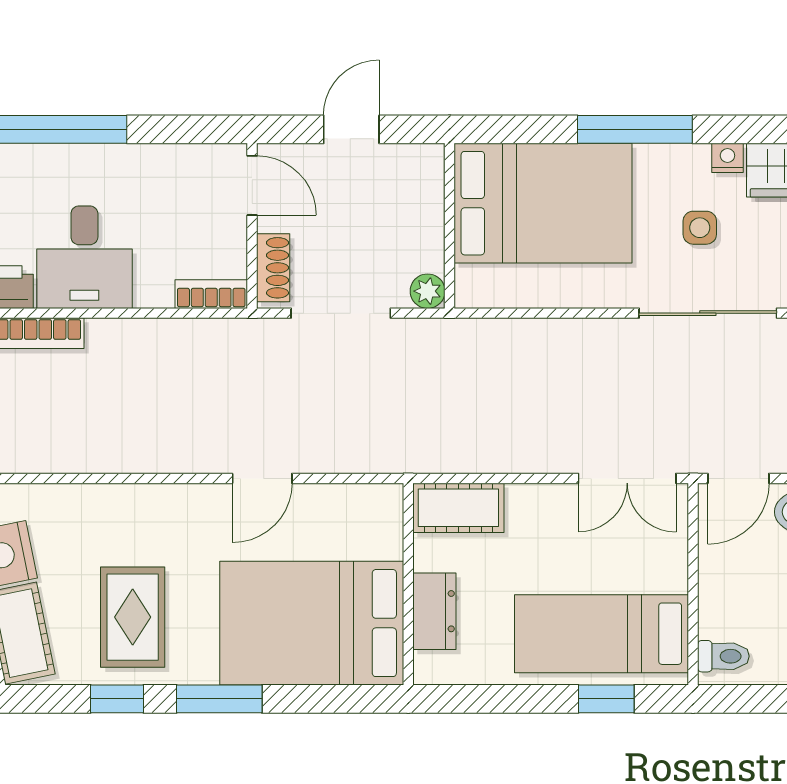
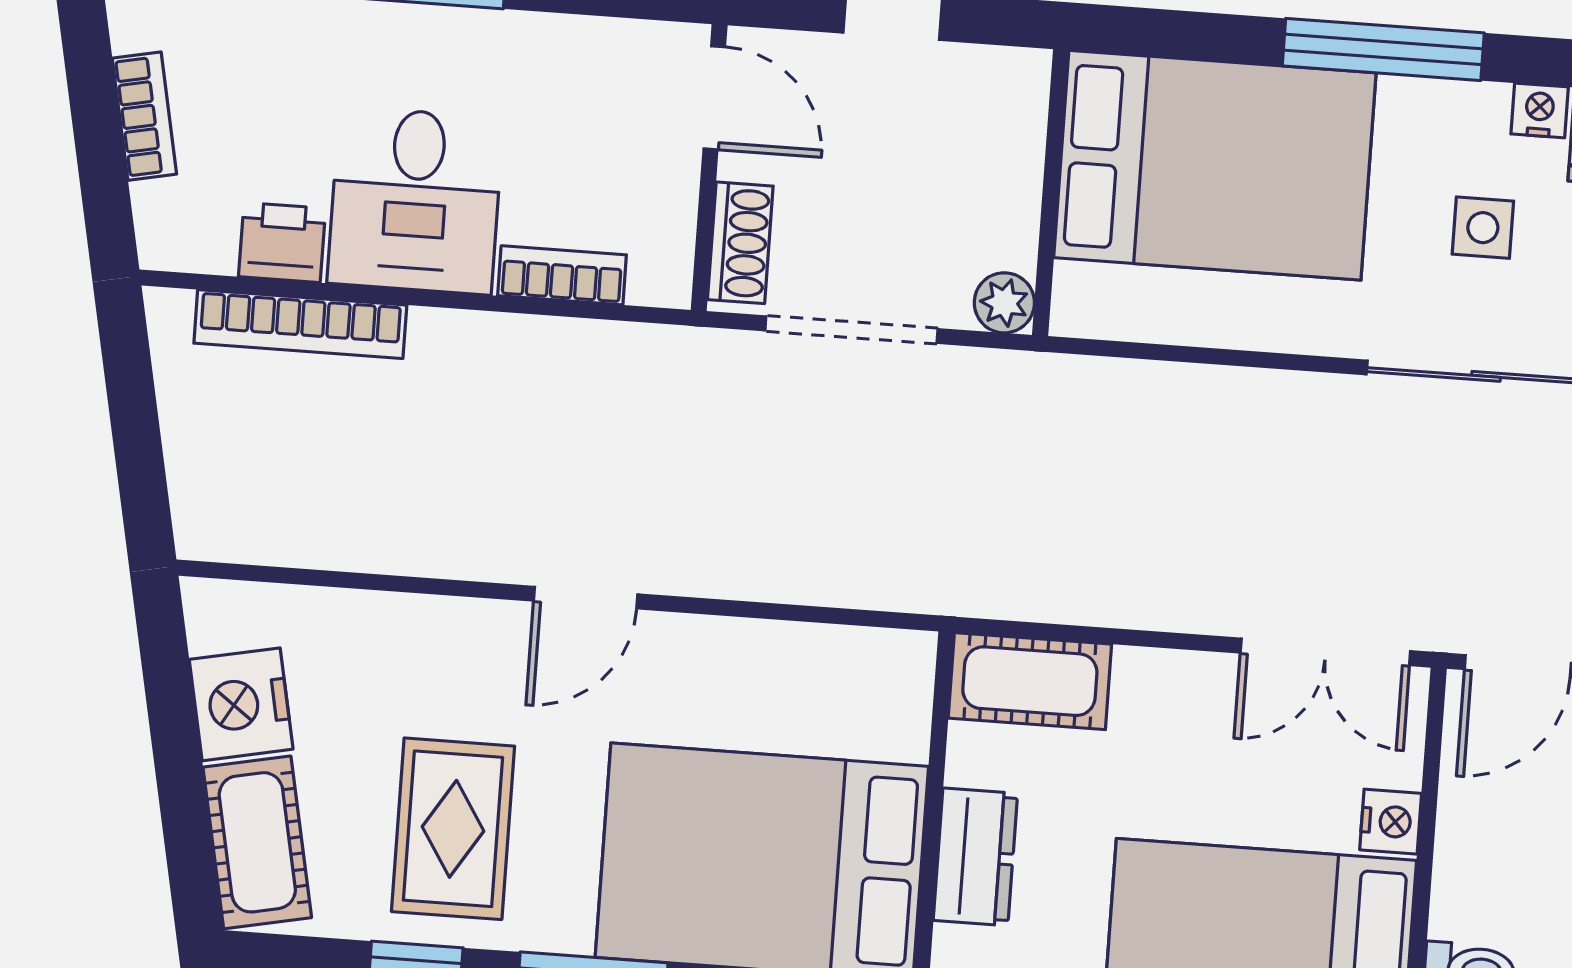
bookcase: (211, 294) -> (562, 275), moved
door: (262, 478) -> (586, 598), moved
nightstand: (672, 573) -> (1391, 822), added

